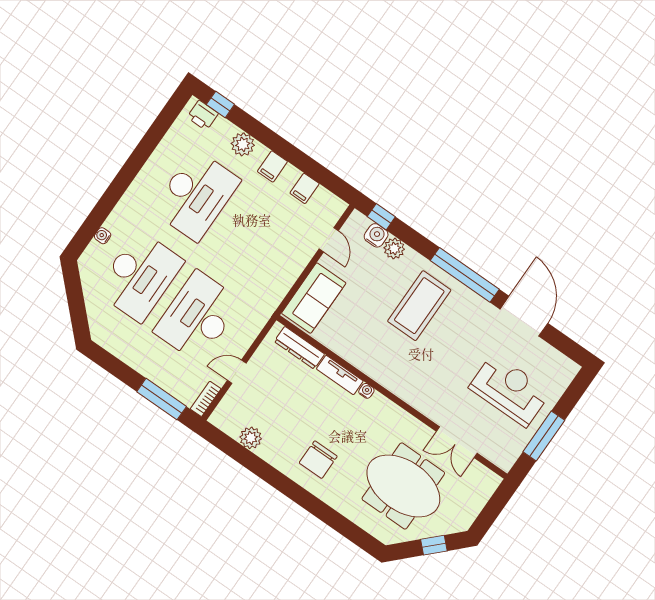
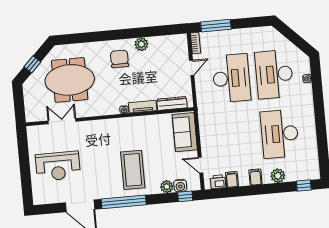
printer: (203, 115) -> (218, 182), moved
window: (544, 436) -> (24, 158), removed
plant: (251, 438) -> (141, 44), moved

